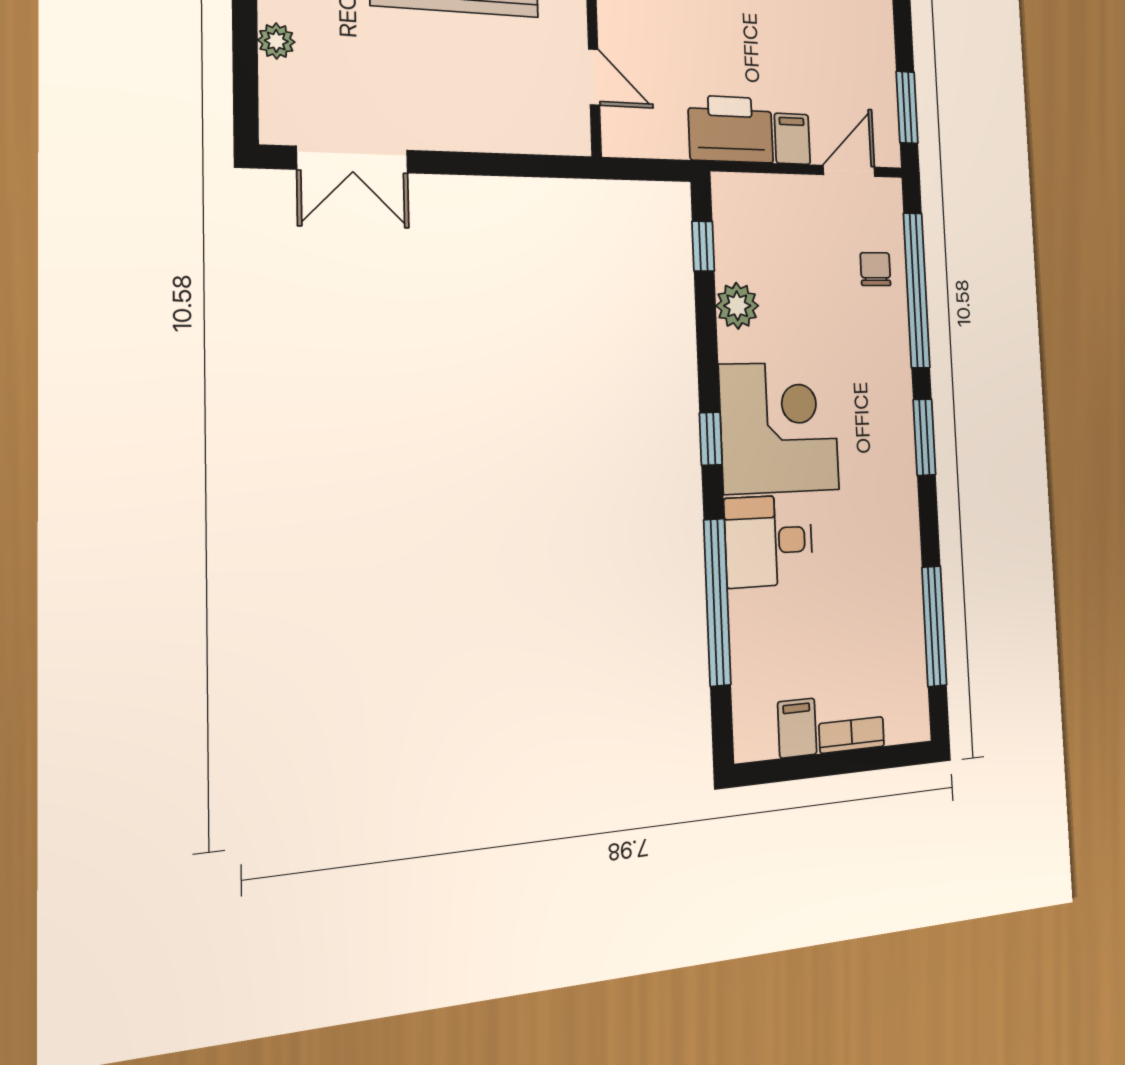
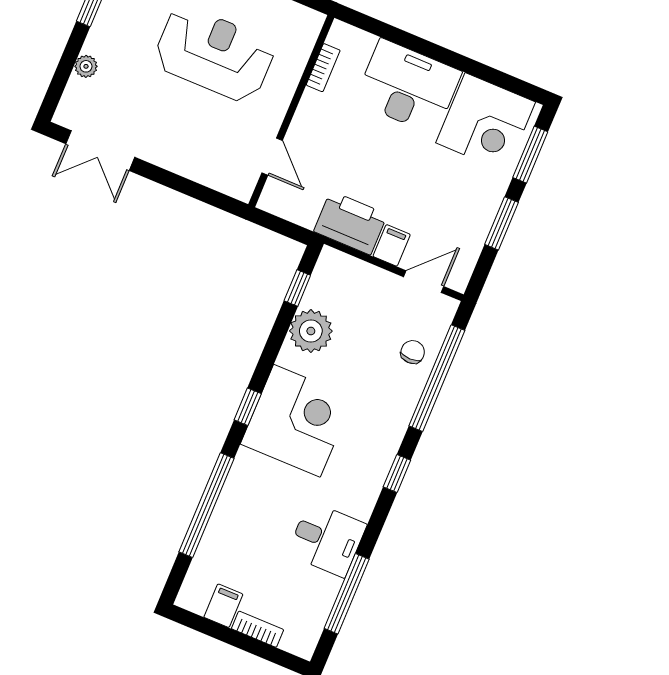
window: (907, 107) -> (502, 223), moved
plant: (737, 306) -> (311, 331), width x1.36, depth x1.36
window: (924, 437) -> (397, 474), width x0.67
desk: (769, 541) -> (327, 539), moved, turned 180

